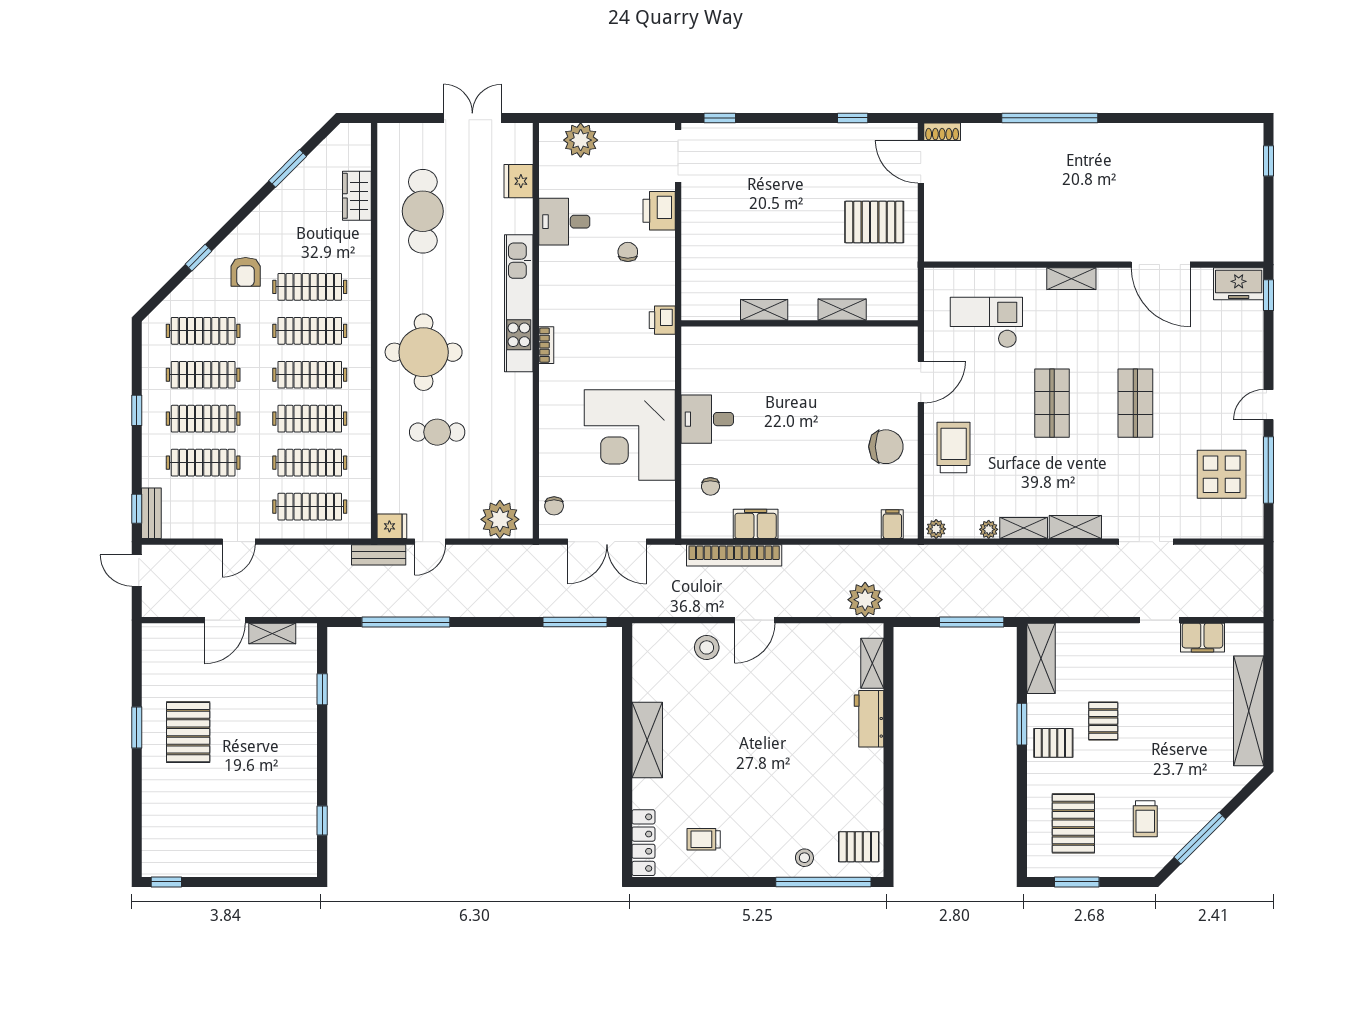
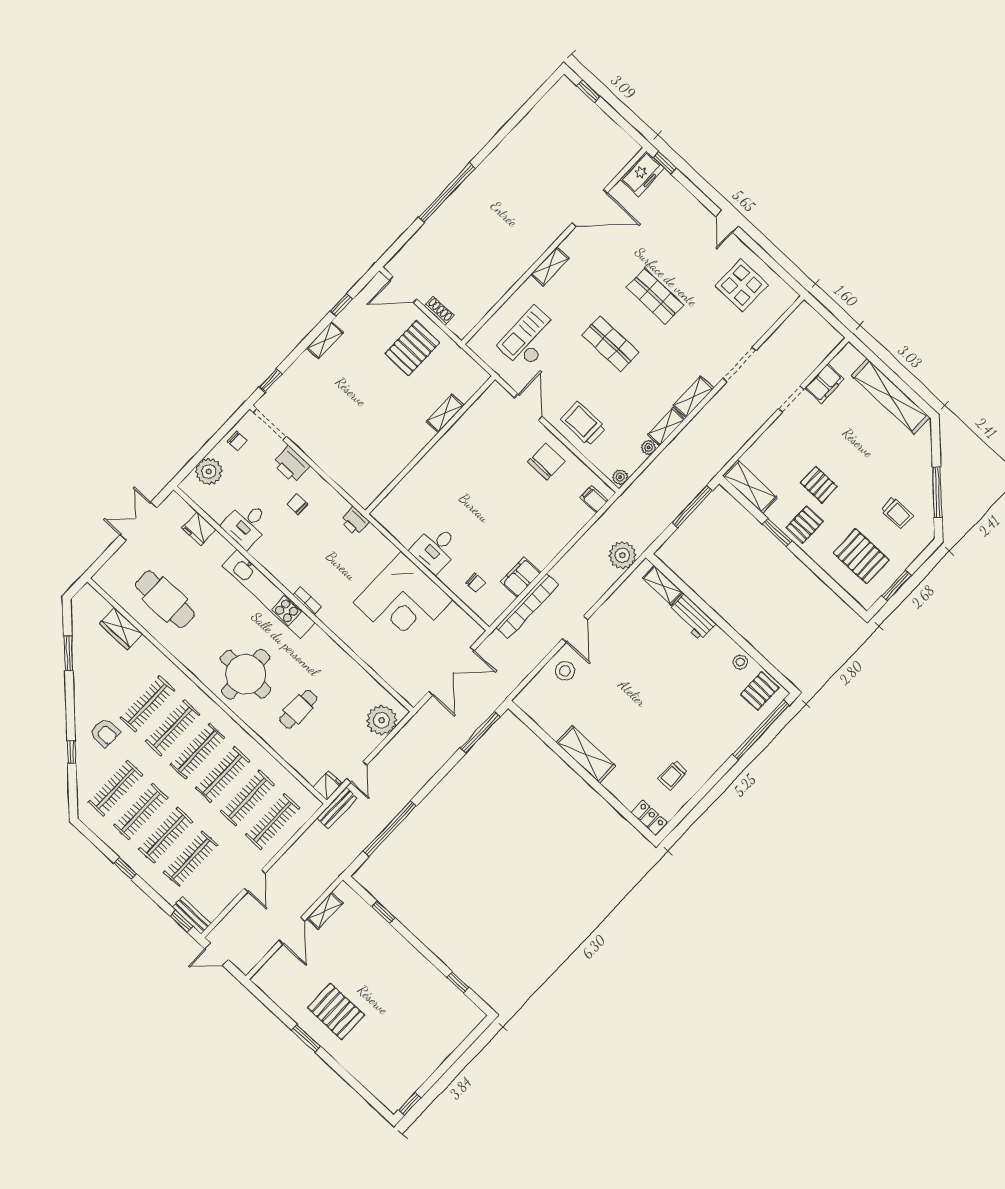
shoe rack: (942, 132) -> (439, 311), moved, turned -90
shelving: (764, 310) -> (325, 340), moved
window: (1268, 470) -> (764, 256), removed
chair: (554, 506) -> (237, 441), moved
locker: (643, 843) -> (649, 818), width x0.66
stool: (804, 858) -> (740, 662), moved

